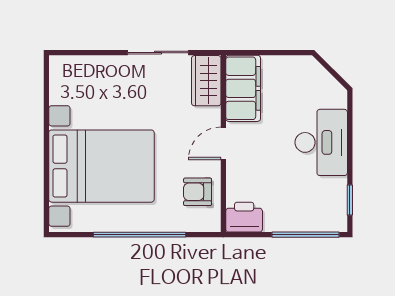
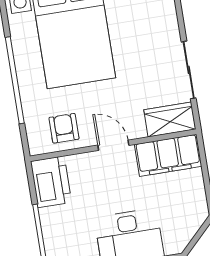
printer: (244, 217) -> (51, 182), width x1.37, depth x1.19

